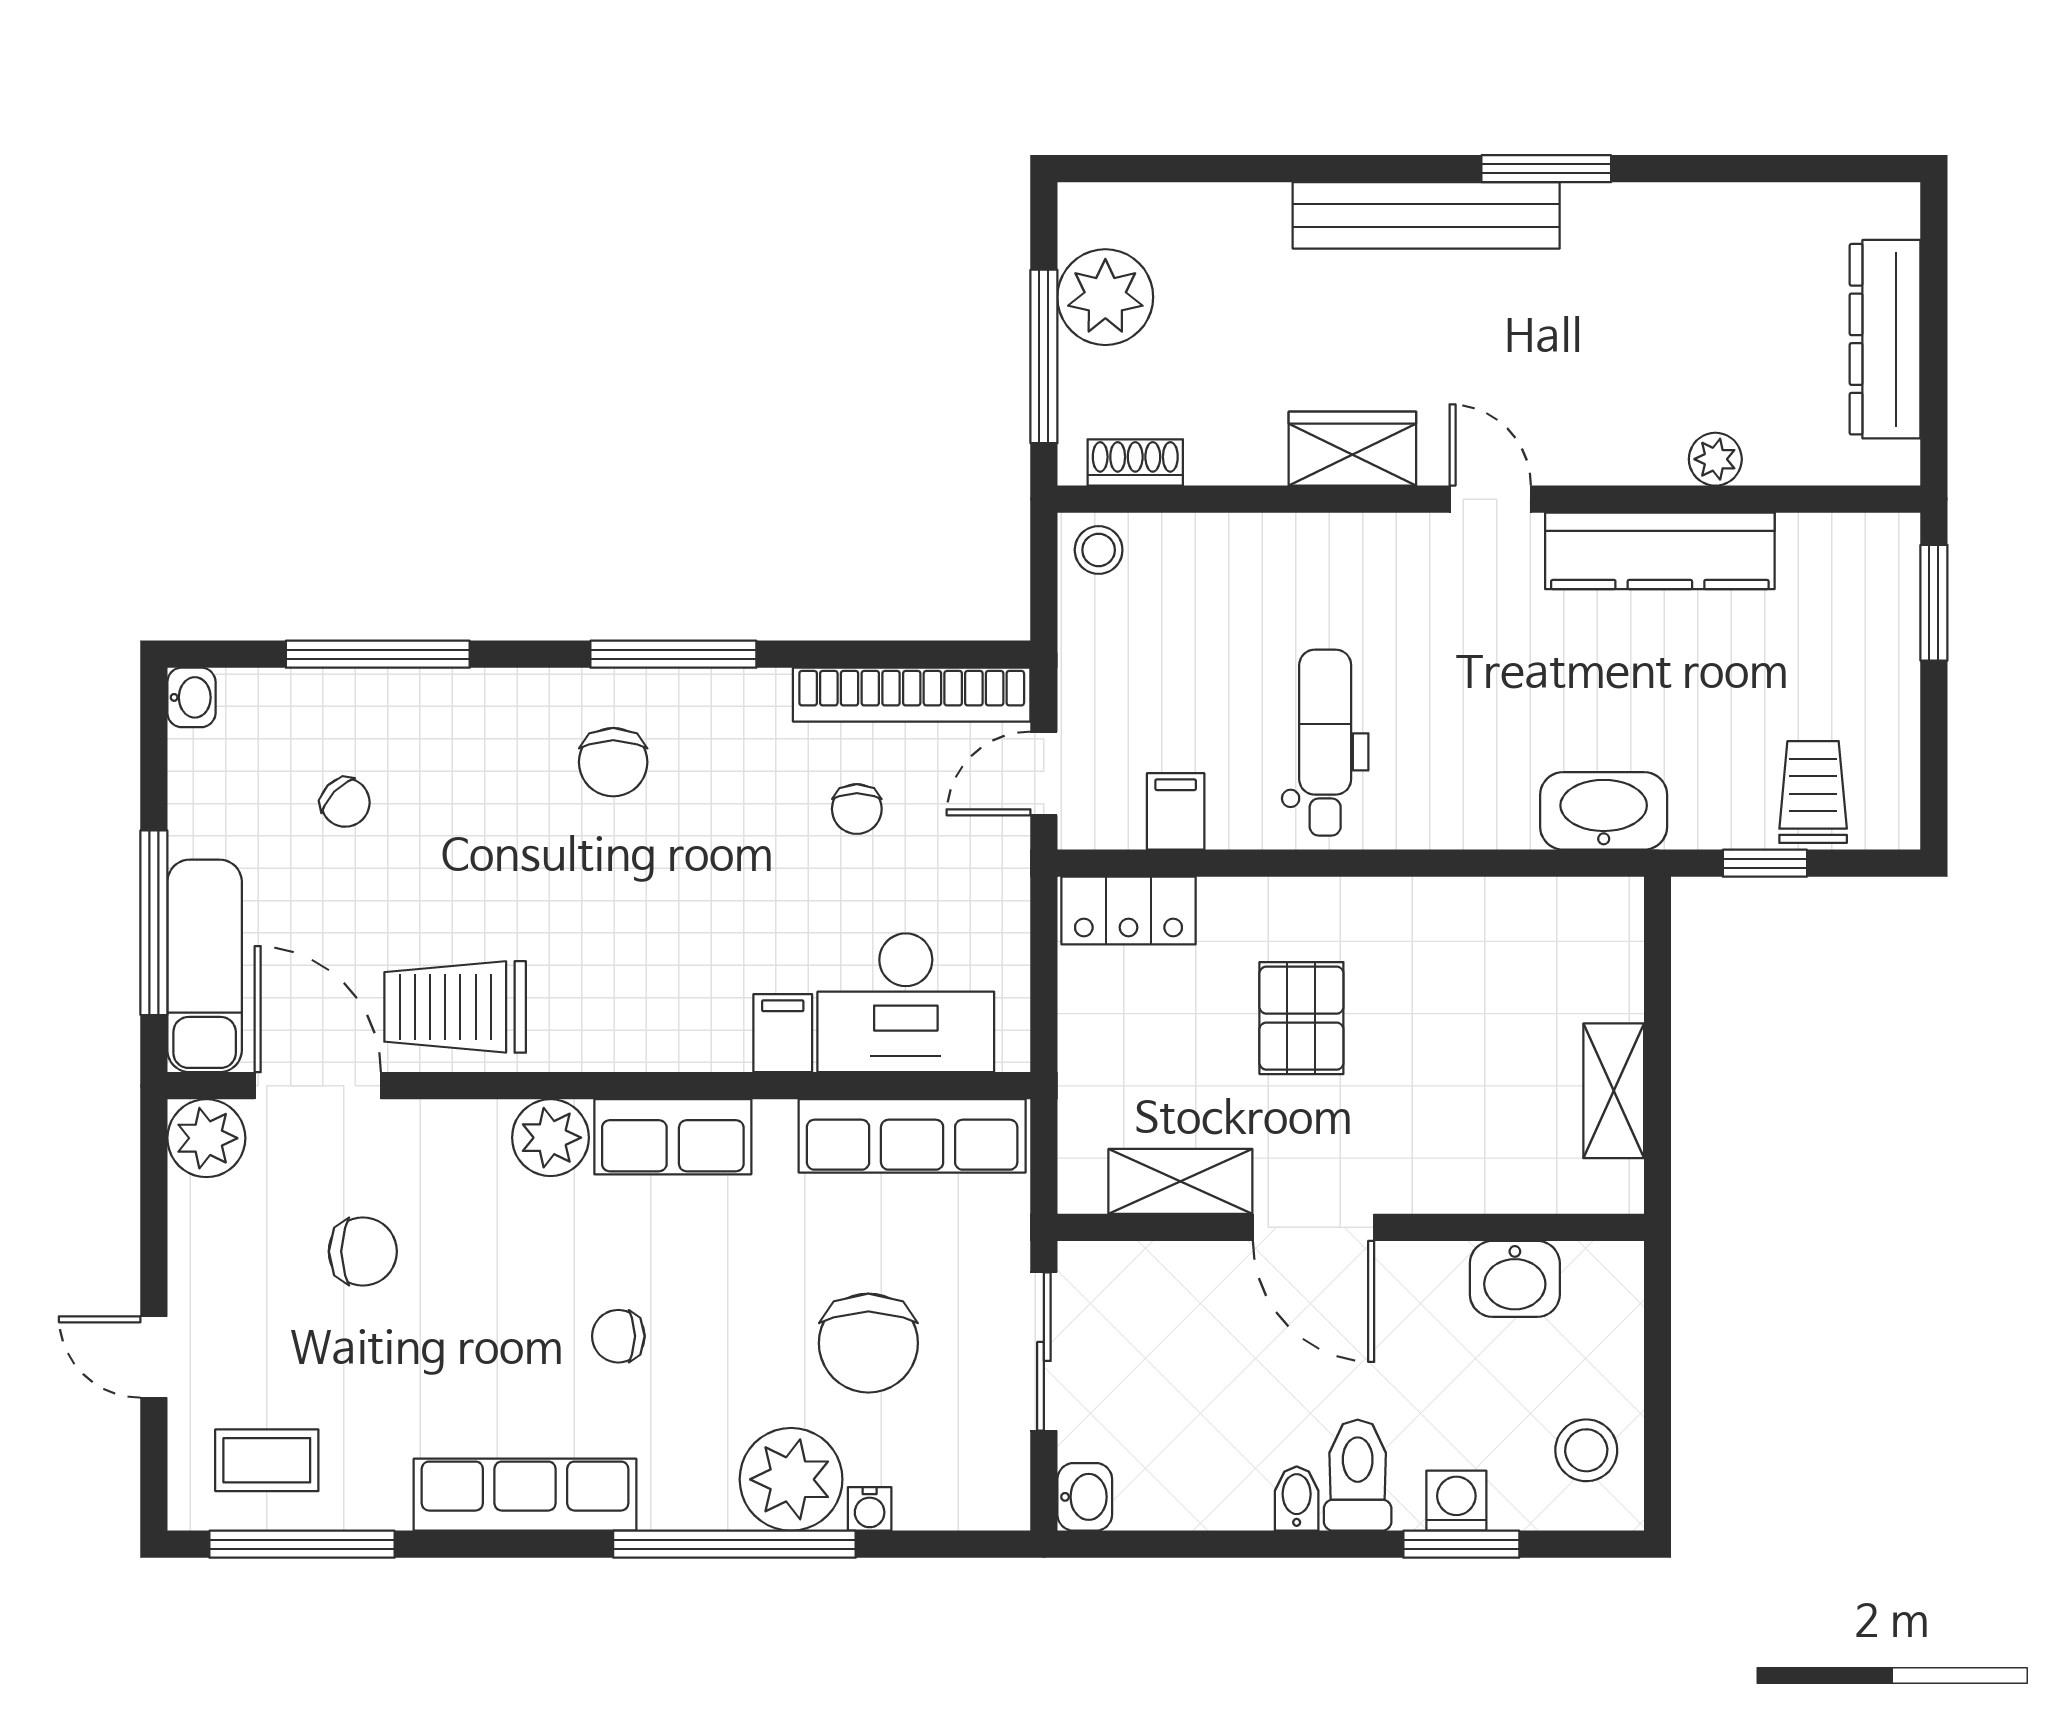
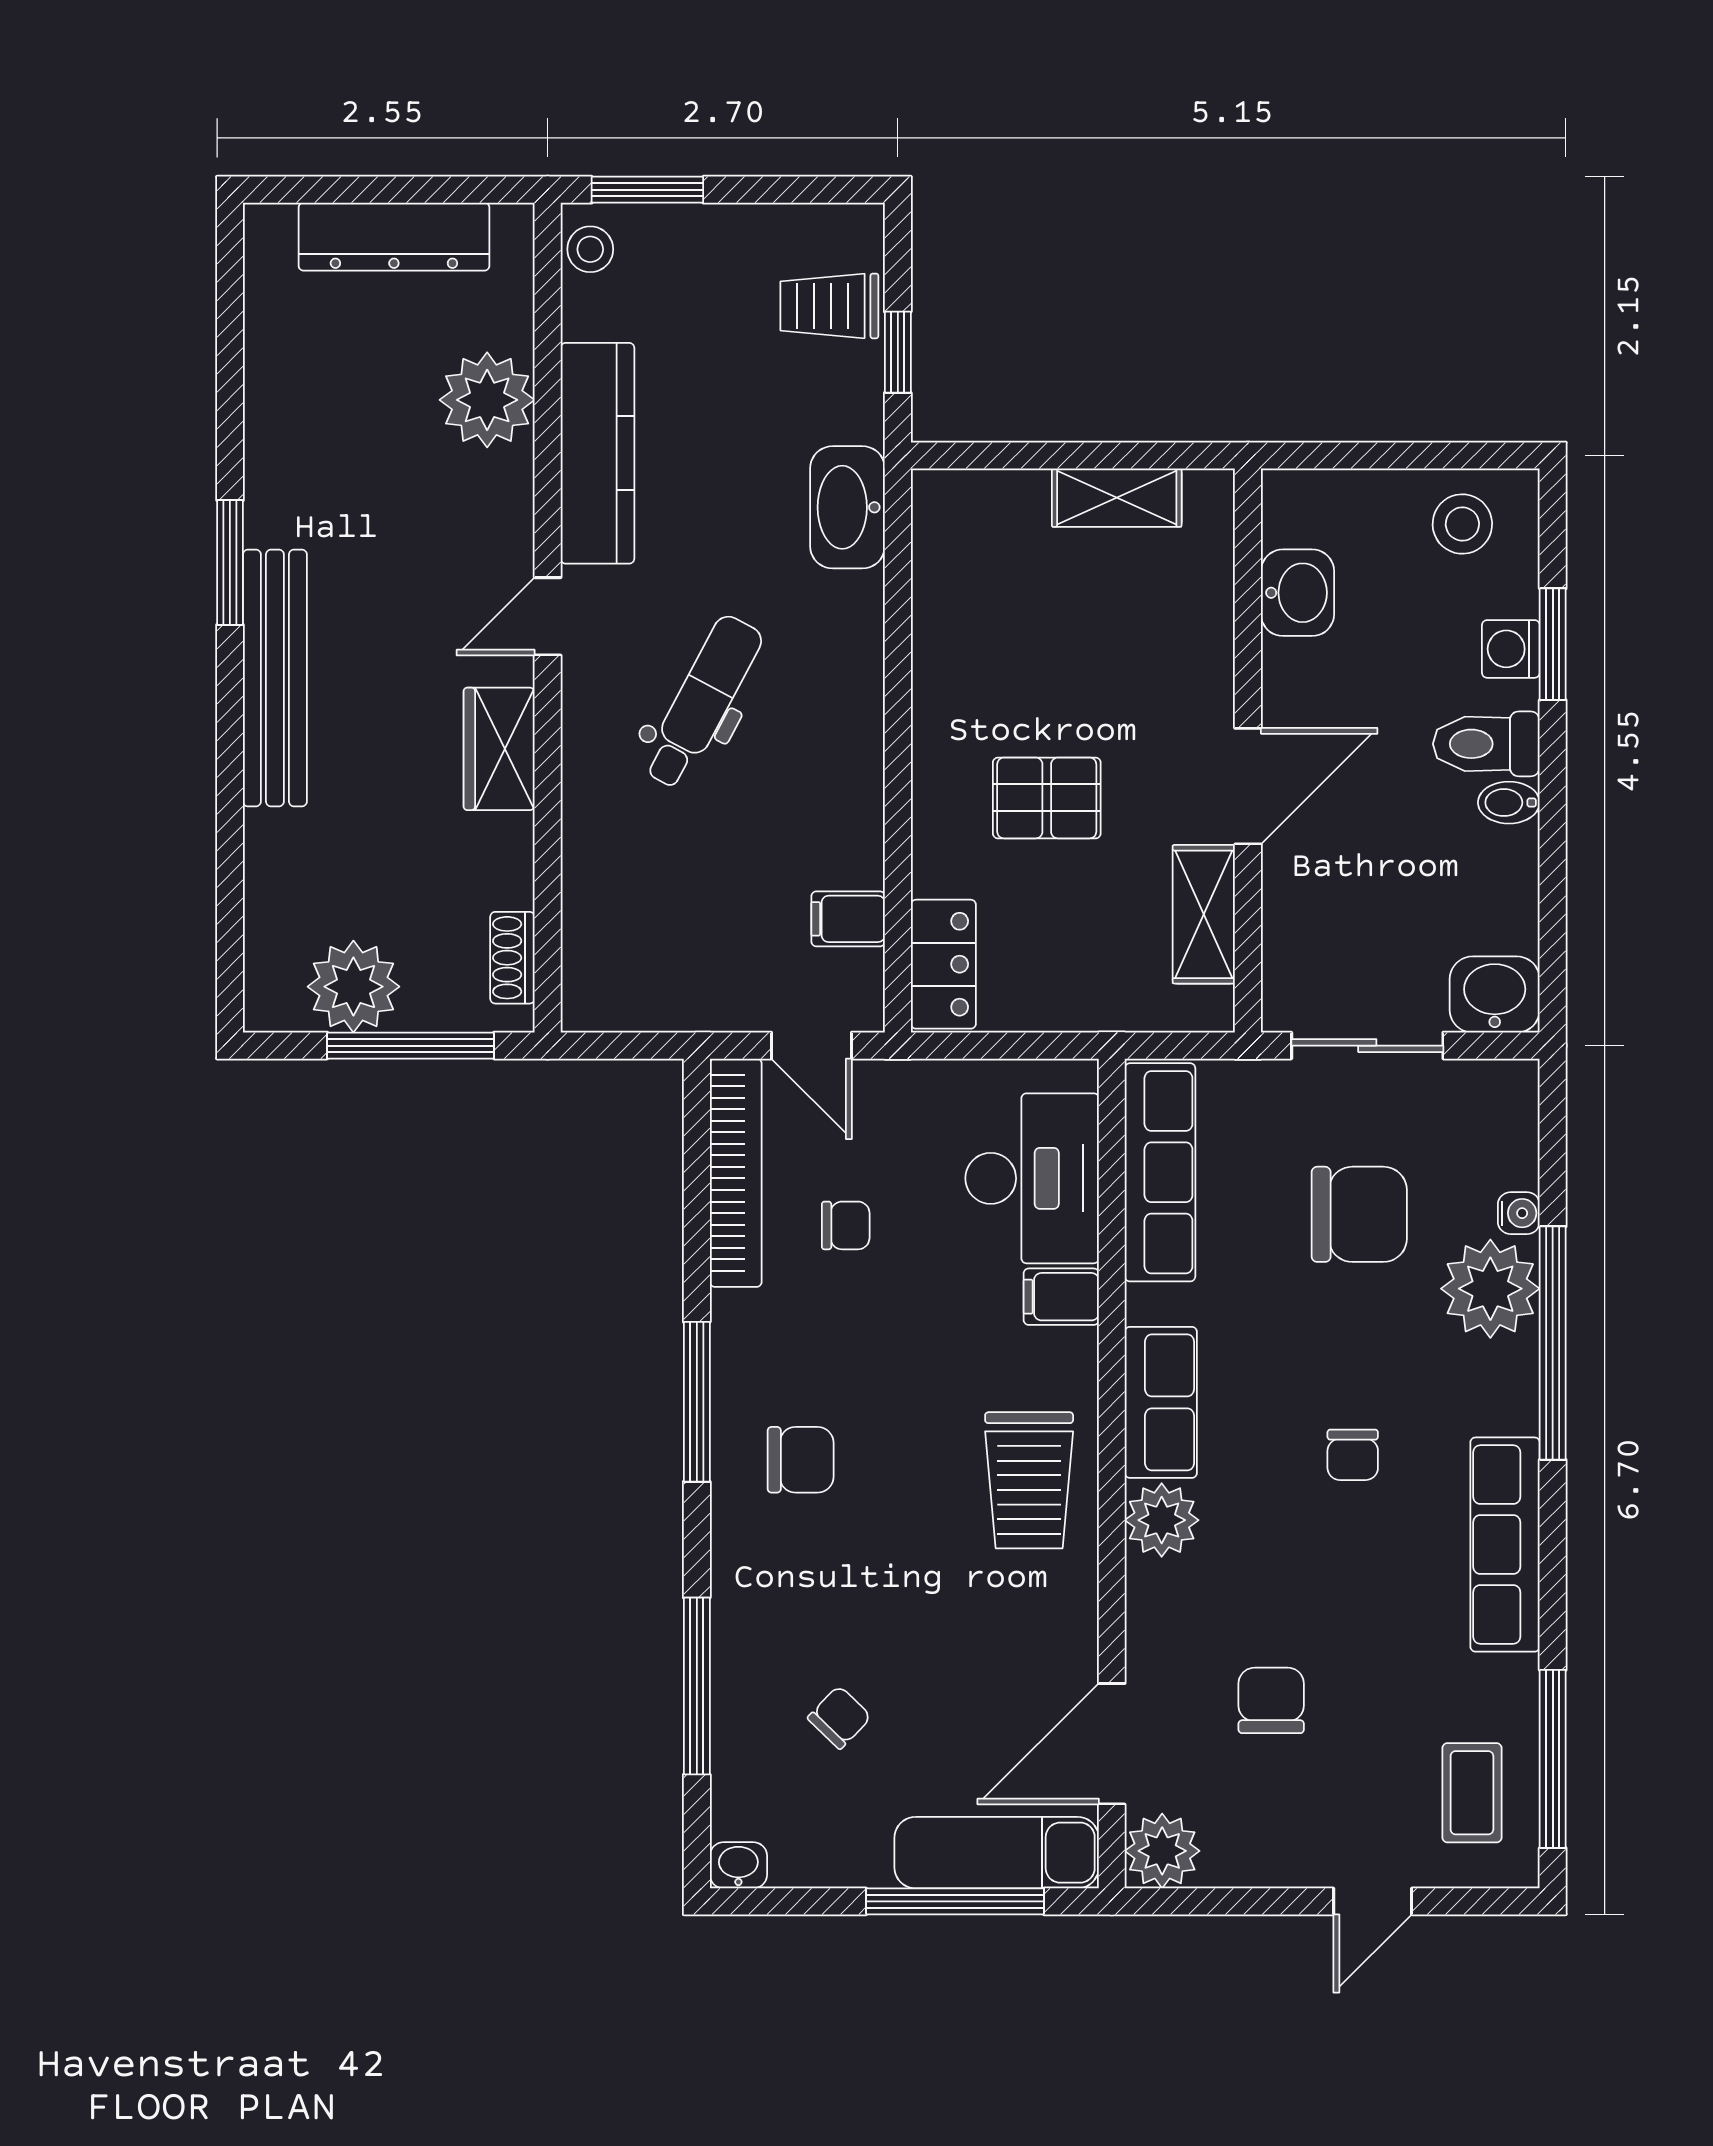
plant: (1715, 459) -> (487, 400), width x1.88, depth x1.88
stool: (1099, 550) -> (590, 249), moved
dental chair: (1325, 743) -> (702, 702), moved, turned 118
trolley: (455, 1007) -> (1029, 1480), moved
washbasin: (1085, 1497) -> (1495, 994), width x1.38, depth x1.45

